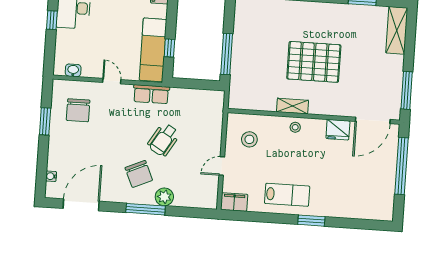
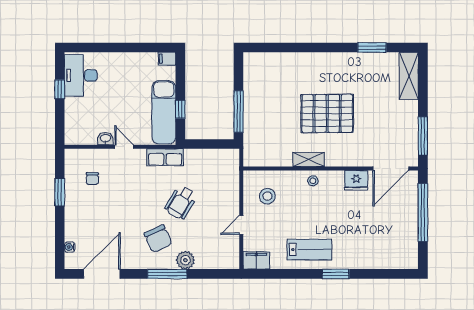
washbasin: (73, 70) -> (105, 139), moved
chair: (78, 110) -> (92, 179), width x0.54, depth x0.54

